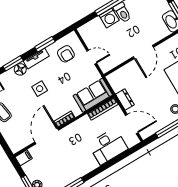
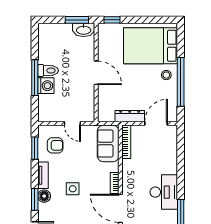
window: (45, 44) -> (35, 148), moved
door: (92, 57) -> (72, 123), swing flipped
dresser: (125, 99) -> (130, 116), width x1.44
desk: (108, 146) -> (164, 192), moved

